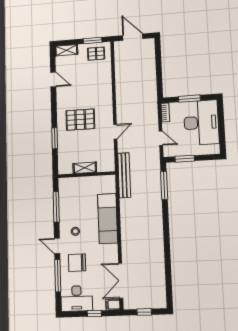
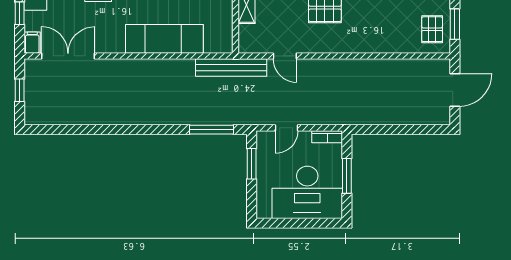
door: (115, 132) -> (285, 56), moved

